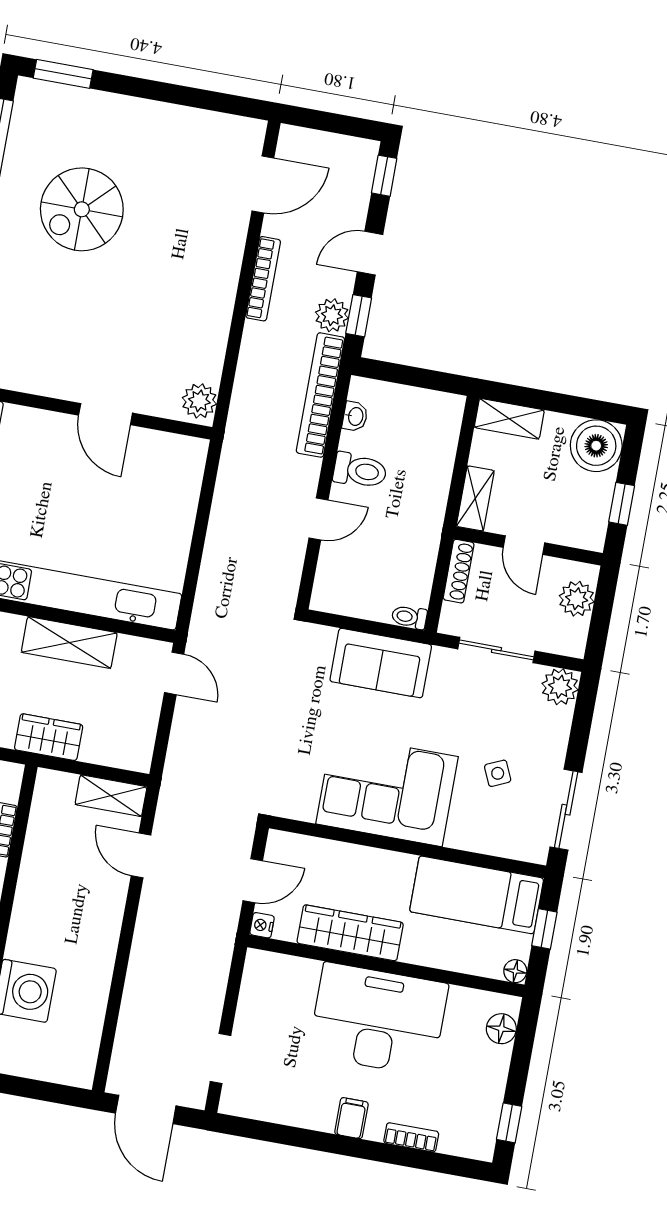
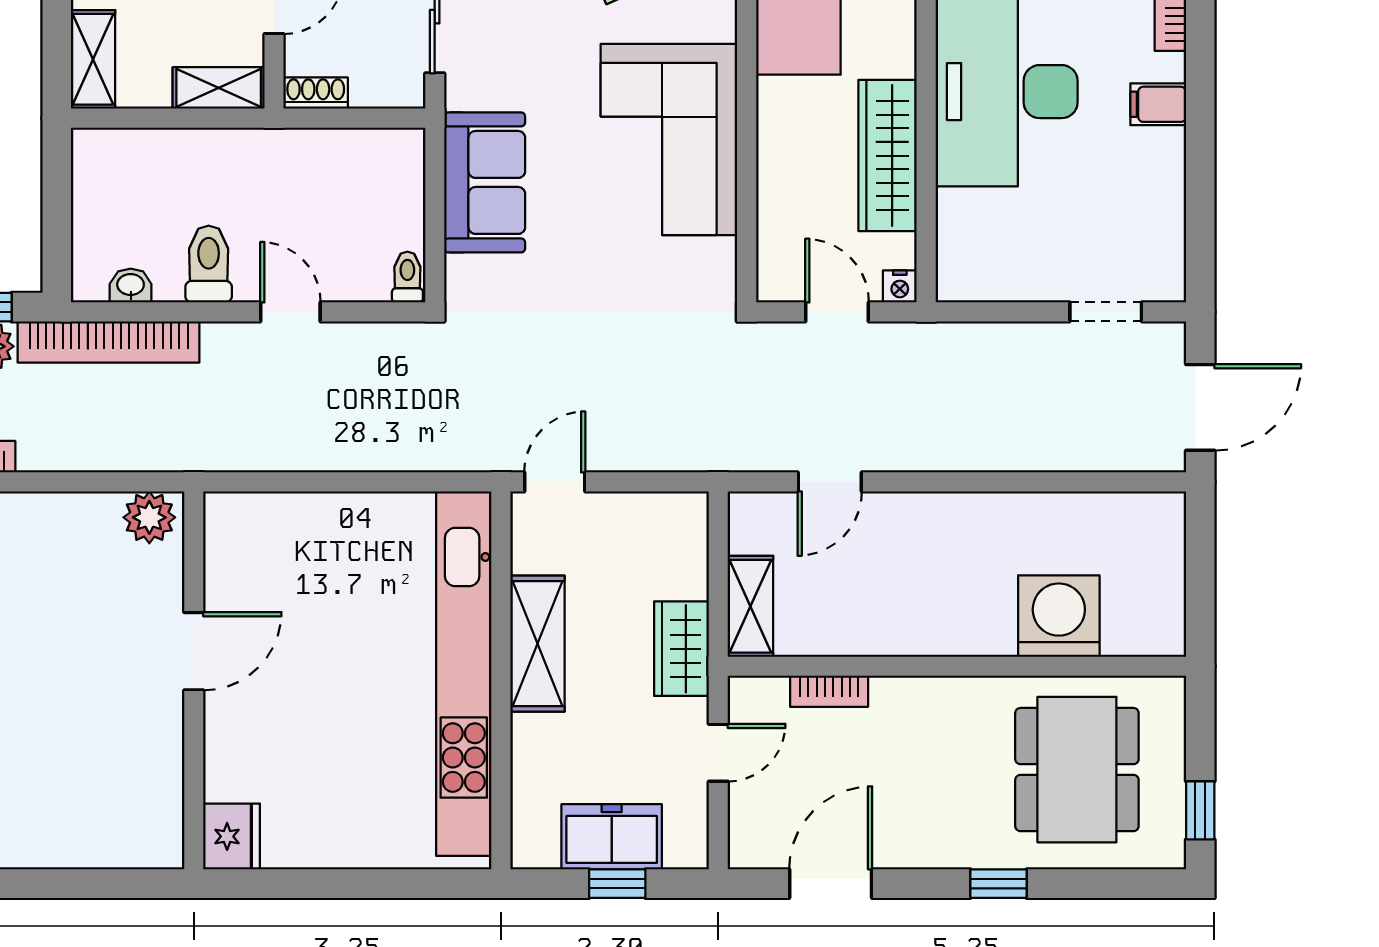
shoe rack: (459, 571) -> (316, 93), width x0.70
toilet: (409, 617) -> (407, 277), moved, turned 180
shelving: (111, 796) -> (750, 606), moved

